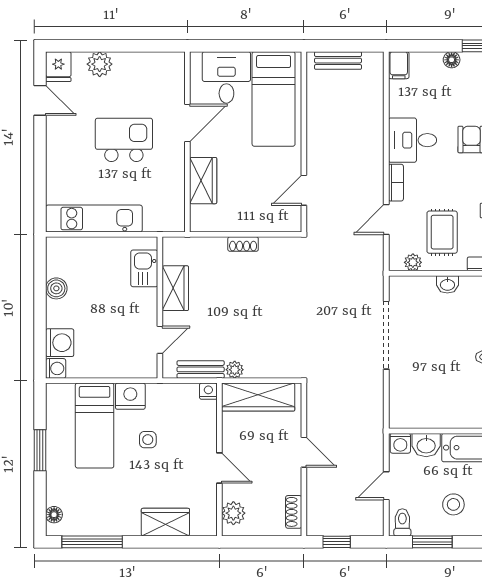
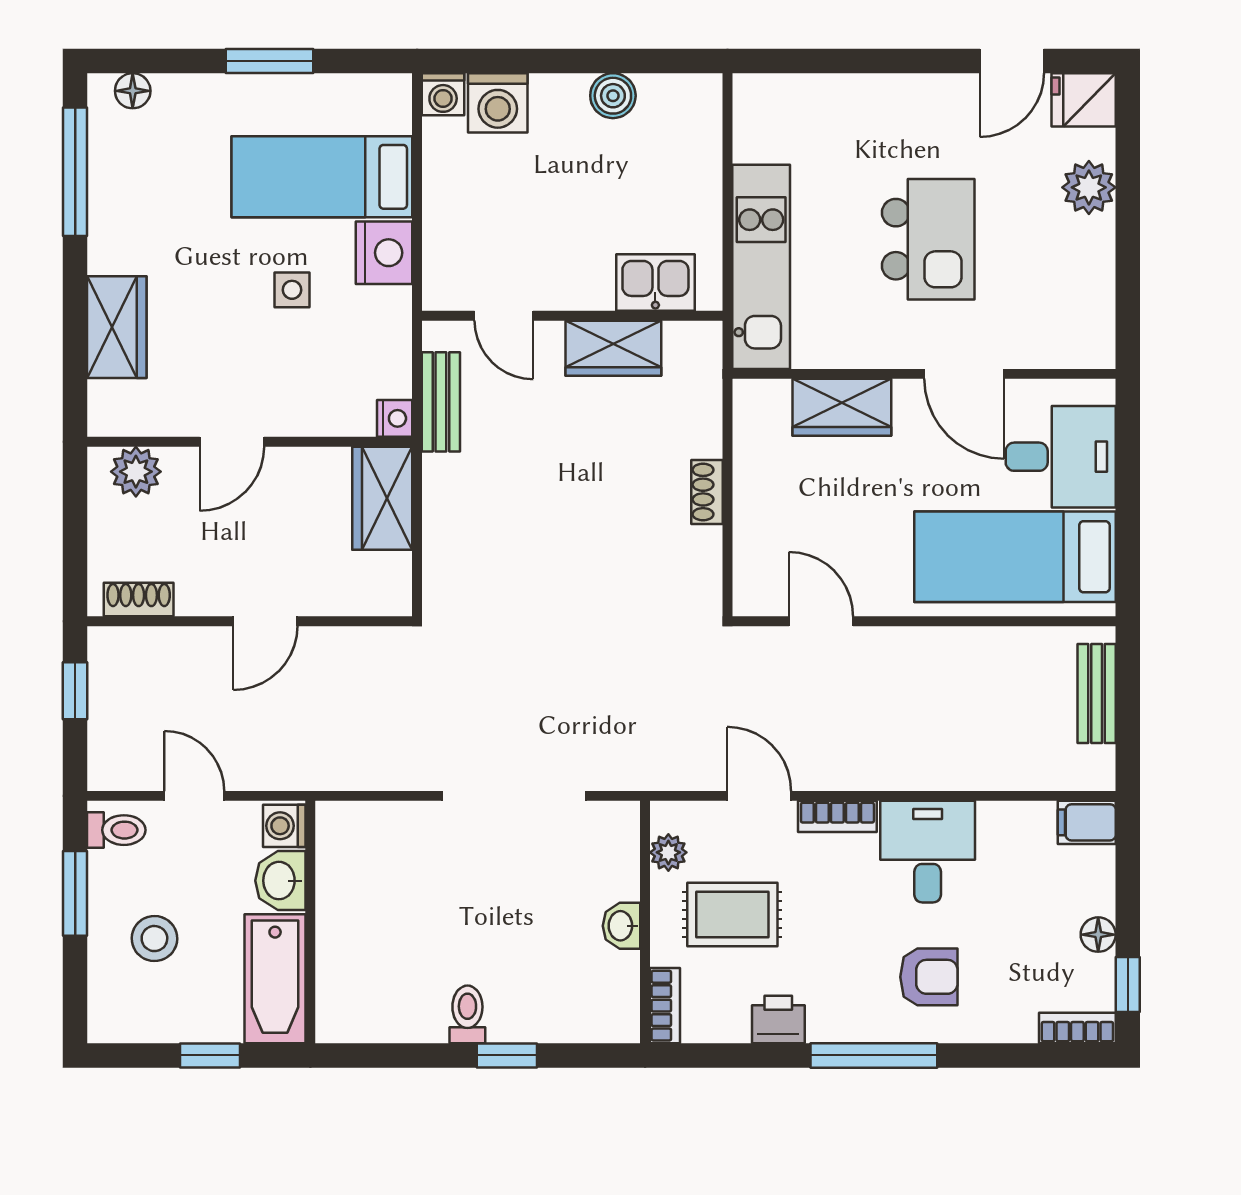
kitchen unit: (94, 219) -> (761, 267), moved
plant: (235, 370) -> (440, 474), removed
wardrobe: (258, 397) -> (382, 498), width x0.67

